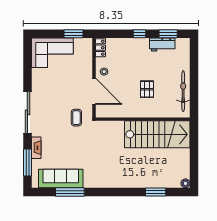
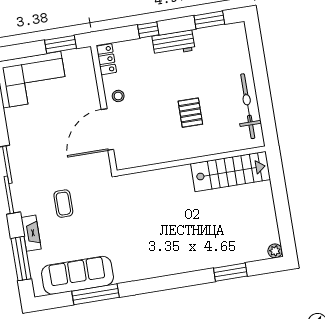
window: (139, 34) -> (148, 30), moved
workbench: (162, 45) -> (173, 43), moved
door: (94, 91) -> (107, 129), swing flipped
coffee table: (76, 118) -> (63, 204), moved
stairs: (157, 134) -> (231, 172), width x0.73, depth x0.66

